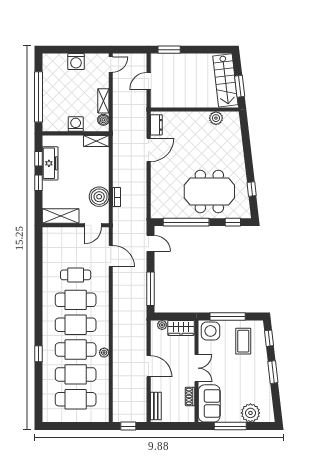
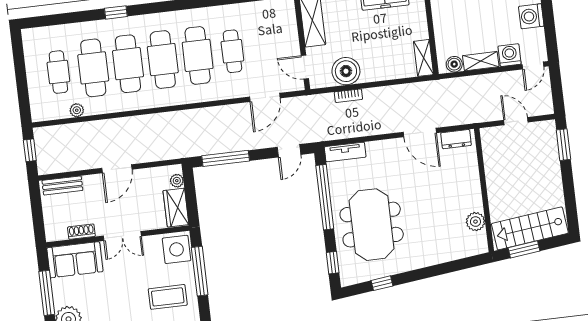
door: (111, 65) -> (533, 65), hinge flipped
washing machine: (76, 124) -> (510, 55), moved, turned -90
tv unit: (156, 204) -> (345, 152), added
plant: (104, 353) -> (77, 110), moved
cafe table: (76, 399) -> (58, 72), width x0.73, depth x0.74

